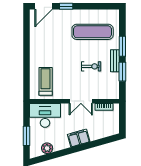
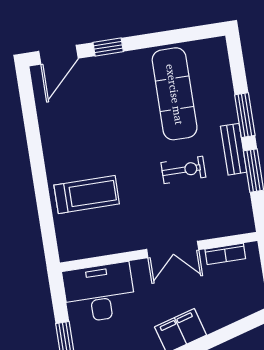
exercise mat: (93, 32) -> (175, 94), turned 90
treadmill: (46, 81) -> (87, 195), moved, turned 90

